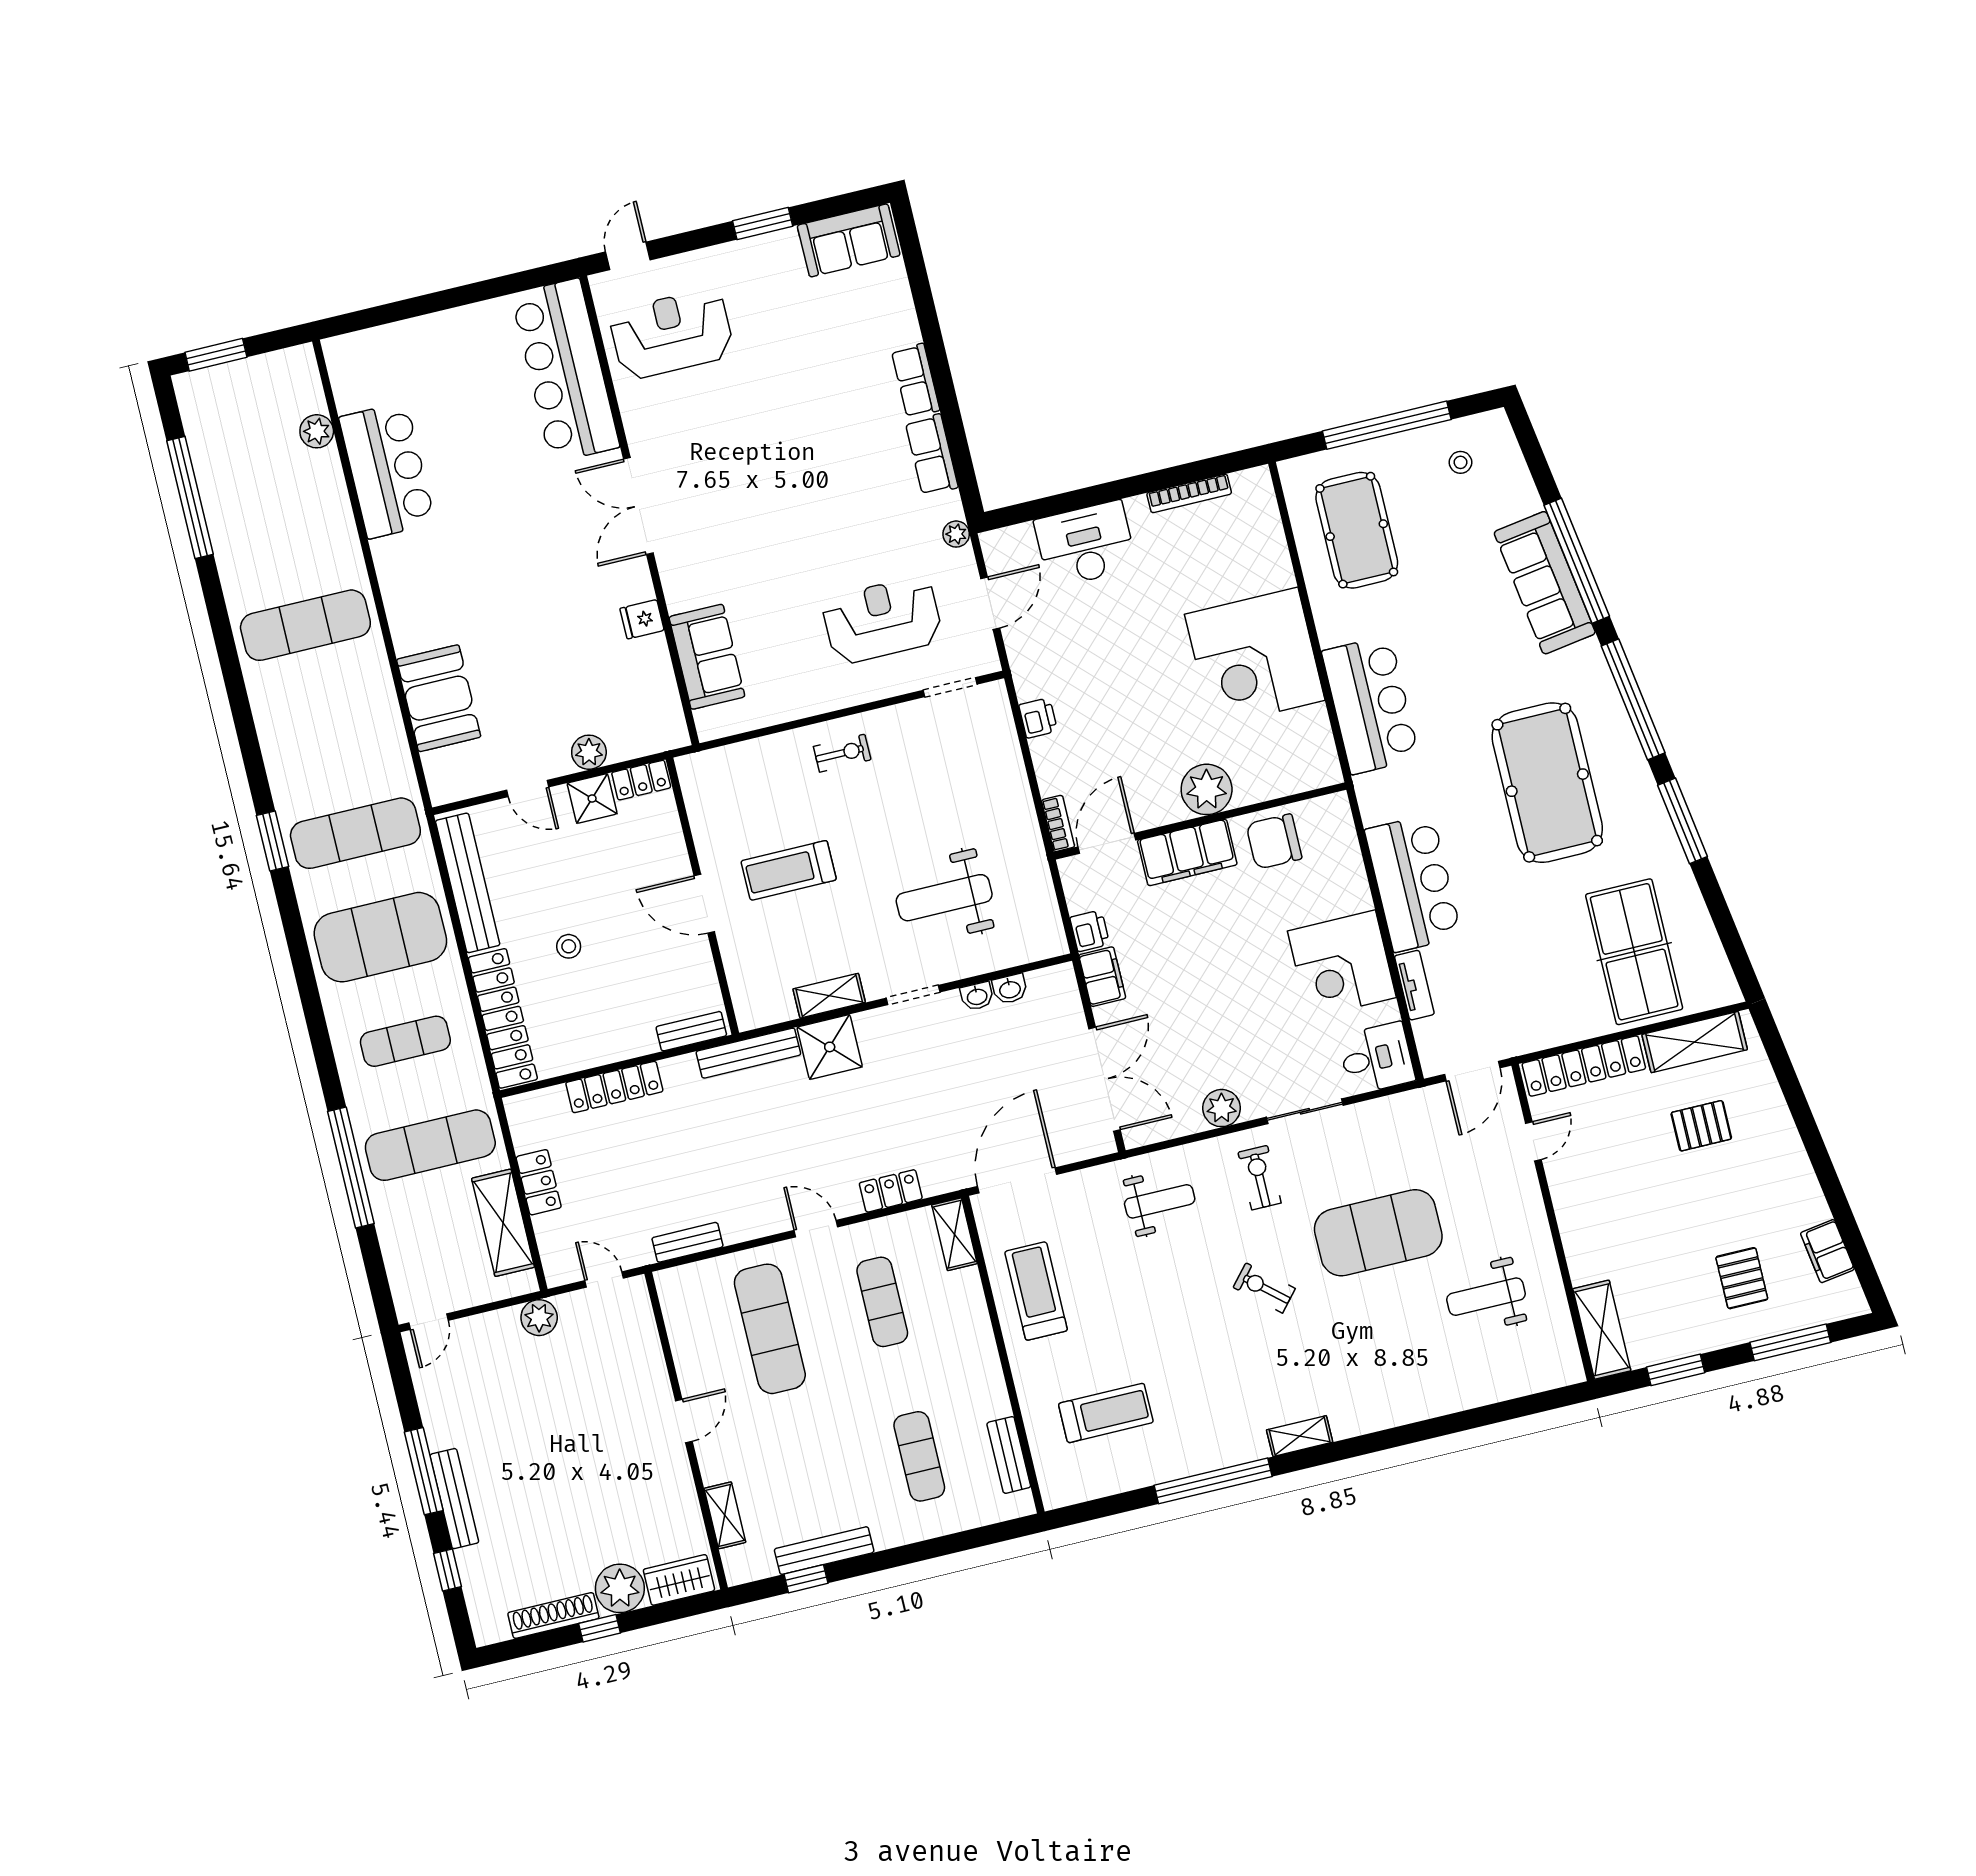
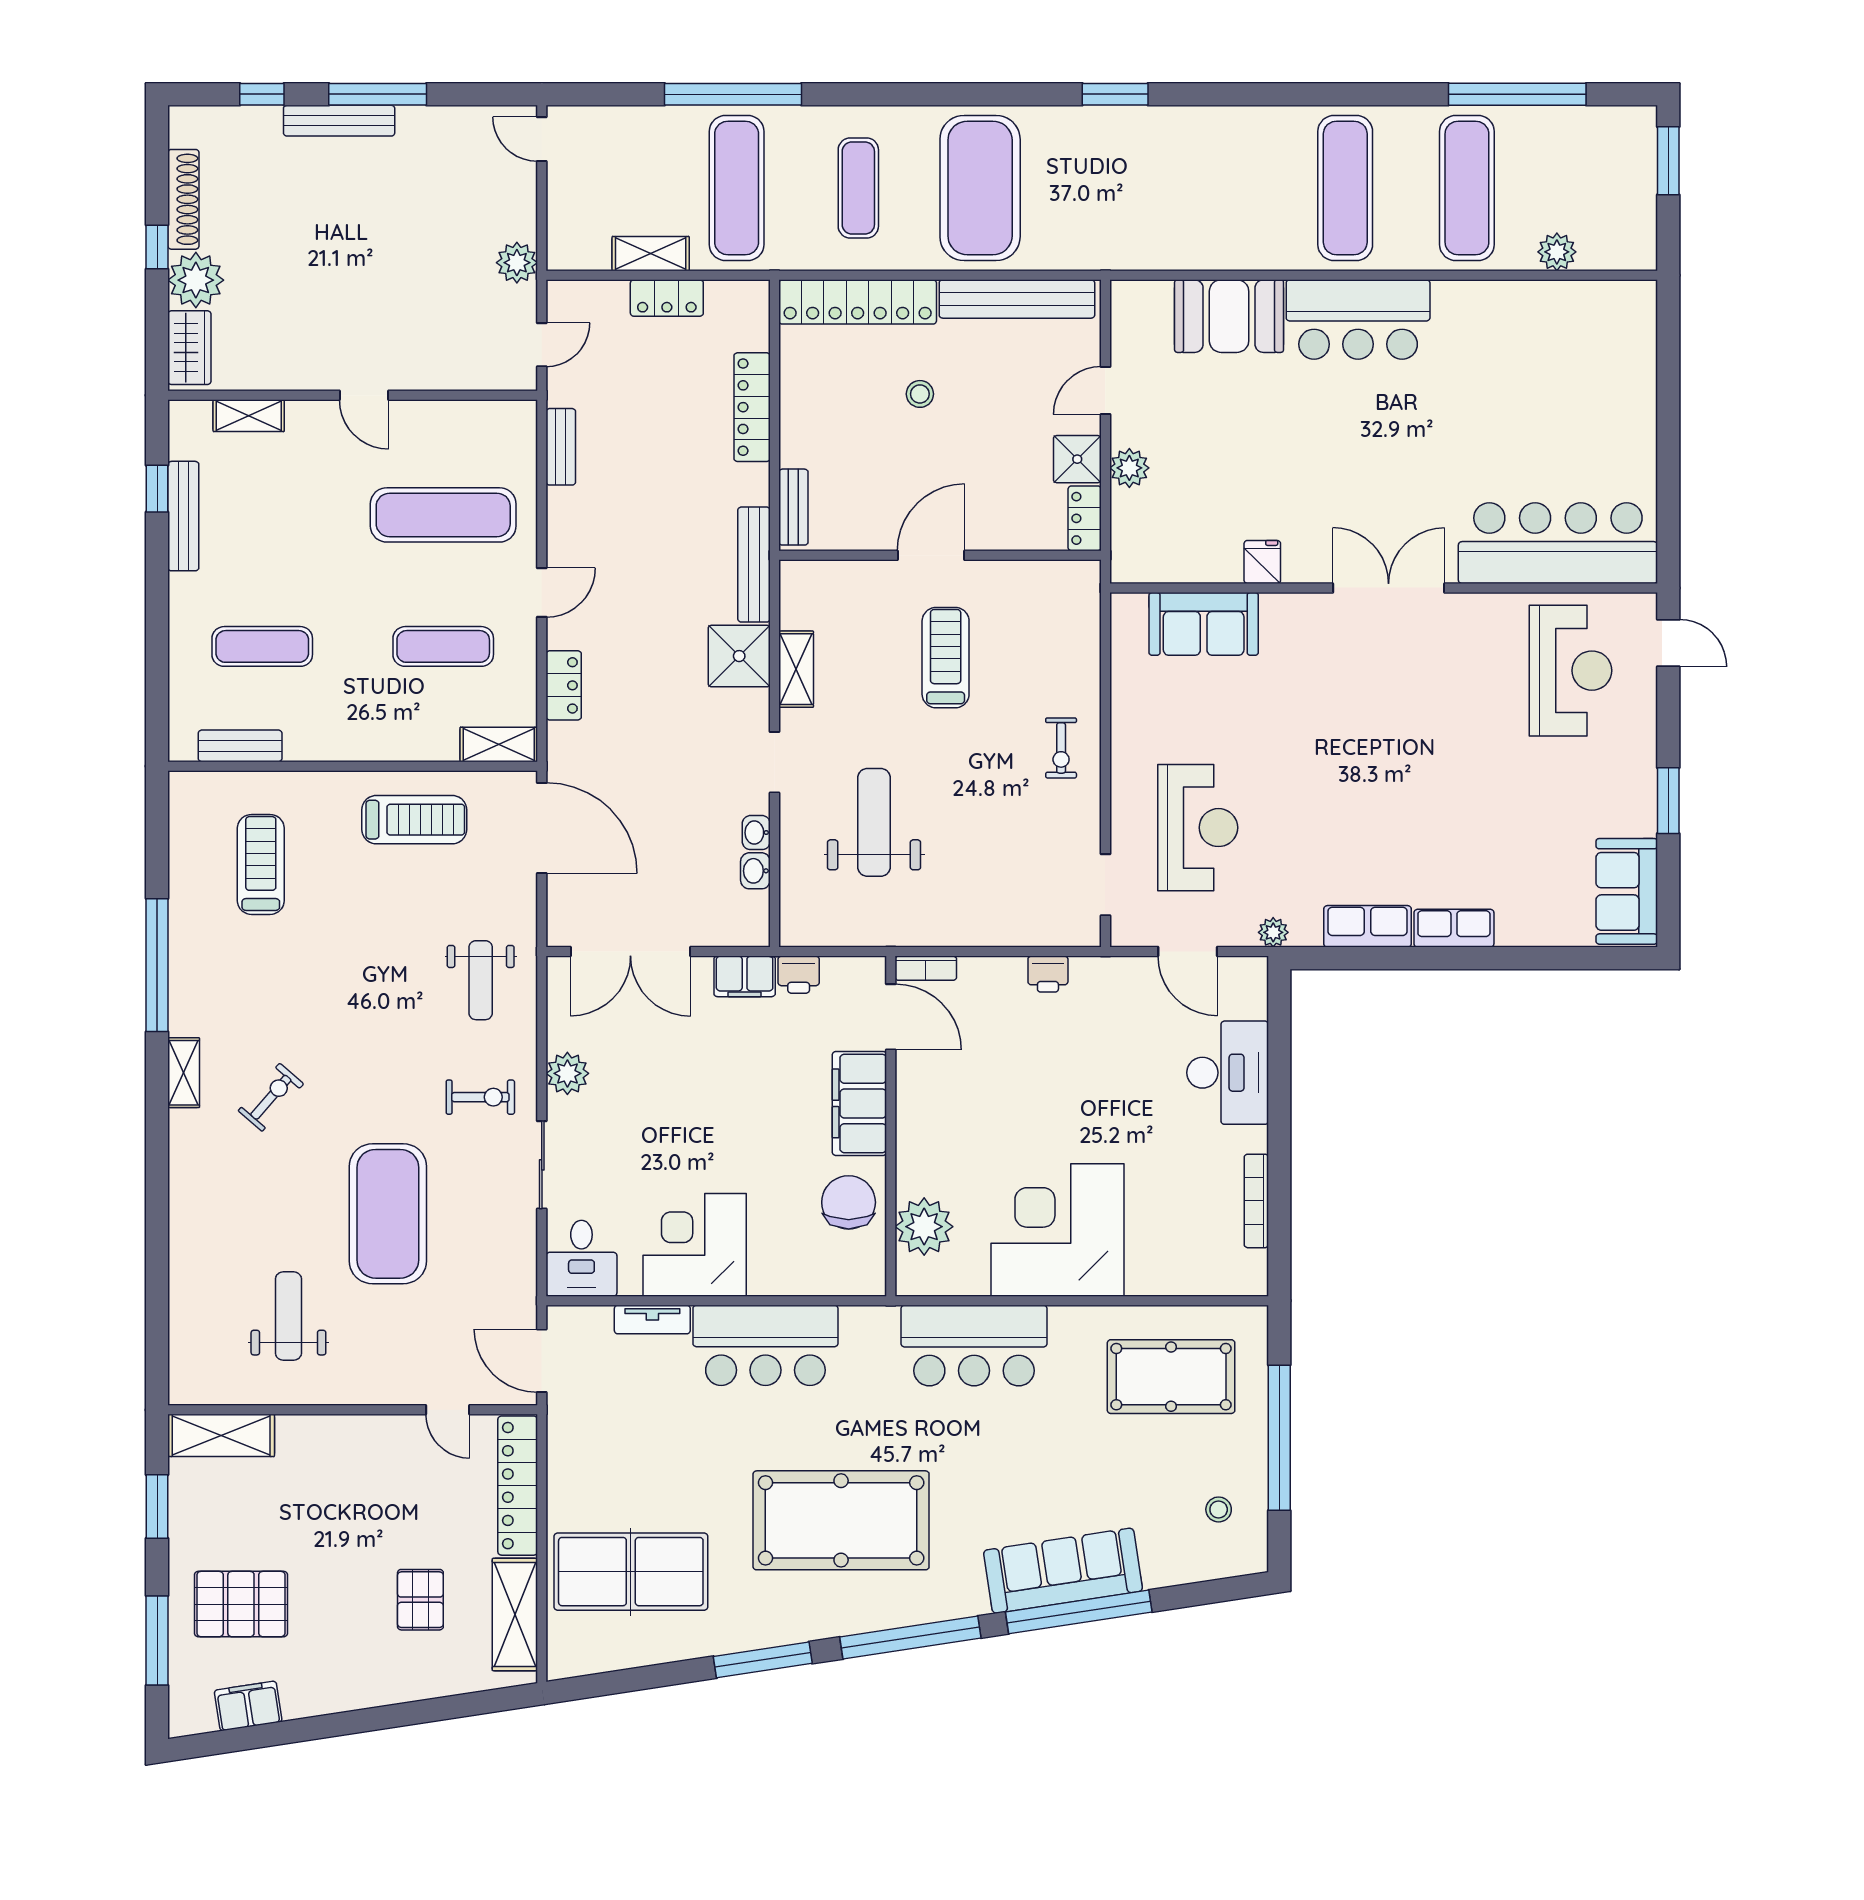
bar counter: (387, 470) -> (1358, 320), moved
plant: (1207, 789) -> (924, 1227), moved
exercise mat: (355, 833) -> (1467, 188), moved
shelving: (503, 1223) -> (651, 254), width x0.67, depth x0.75
pallet: (1742, 1278) -> (241, 1604), width x1.50, depth x1.42
exercise bike: (1264, 1288) -> (271, 1097), moved
treadmill: (1106, 1413) -> (261, 864), turned 180

